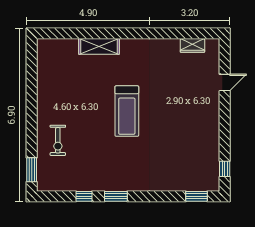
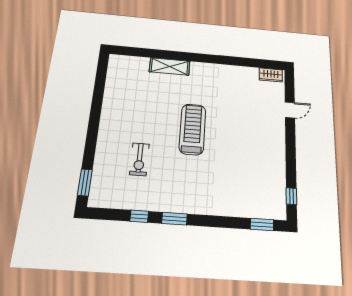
wardrobe: (192, 45) -> (271, 75), moved
treadmill: (127, 111) -> (192, 129), turned 180
exercise bike: (58, 140) -> (139, 159), moved

